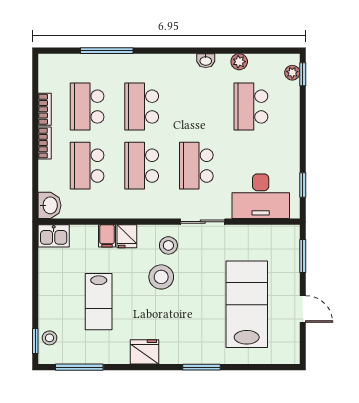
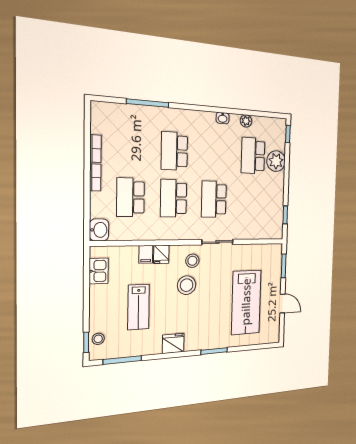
plant: (292, 73) -> (276, 161), moved, width x1.87, depth x1.87
school desk: (87, 107) -> (131, 148), removed
desk: (261, 196) -> (258, 223), removed
kitchen sink: (54, 236) -> (99, 271), moved, turned -90
lab bench: (247, 304) -> (246, 302), turned 180

